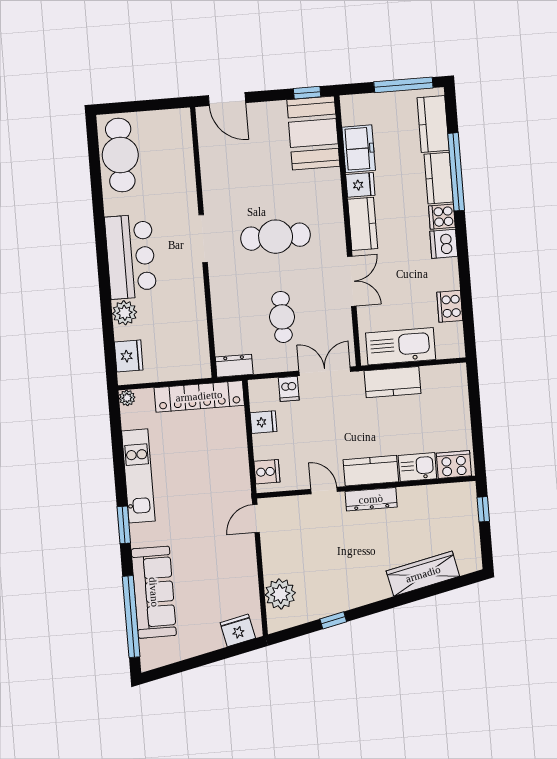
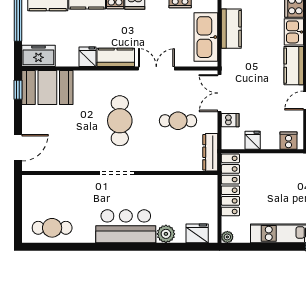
freezer: (359, 149) -> (38, 56), moved
cafe table: (120, 155) -> (52, 228), width x0.73, depth x0.74
dresser: (234, 366) -> (210, 152), width x1.44
kitchen counter: (392, 382) -> (231, 29), moved

